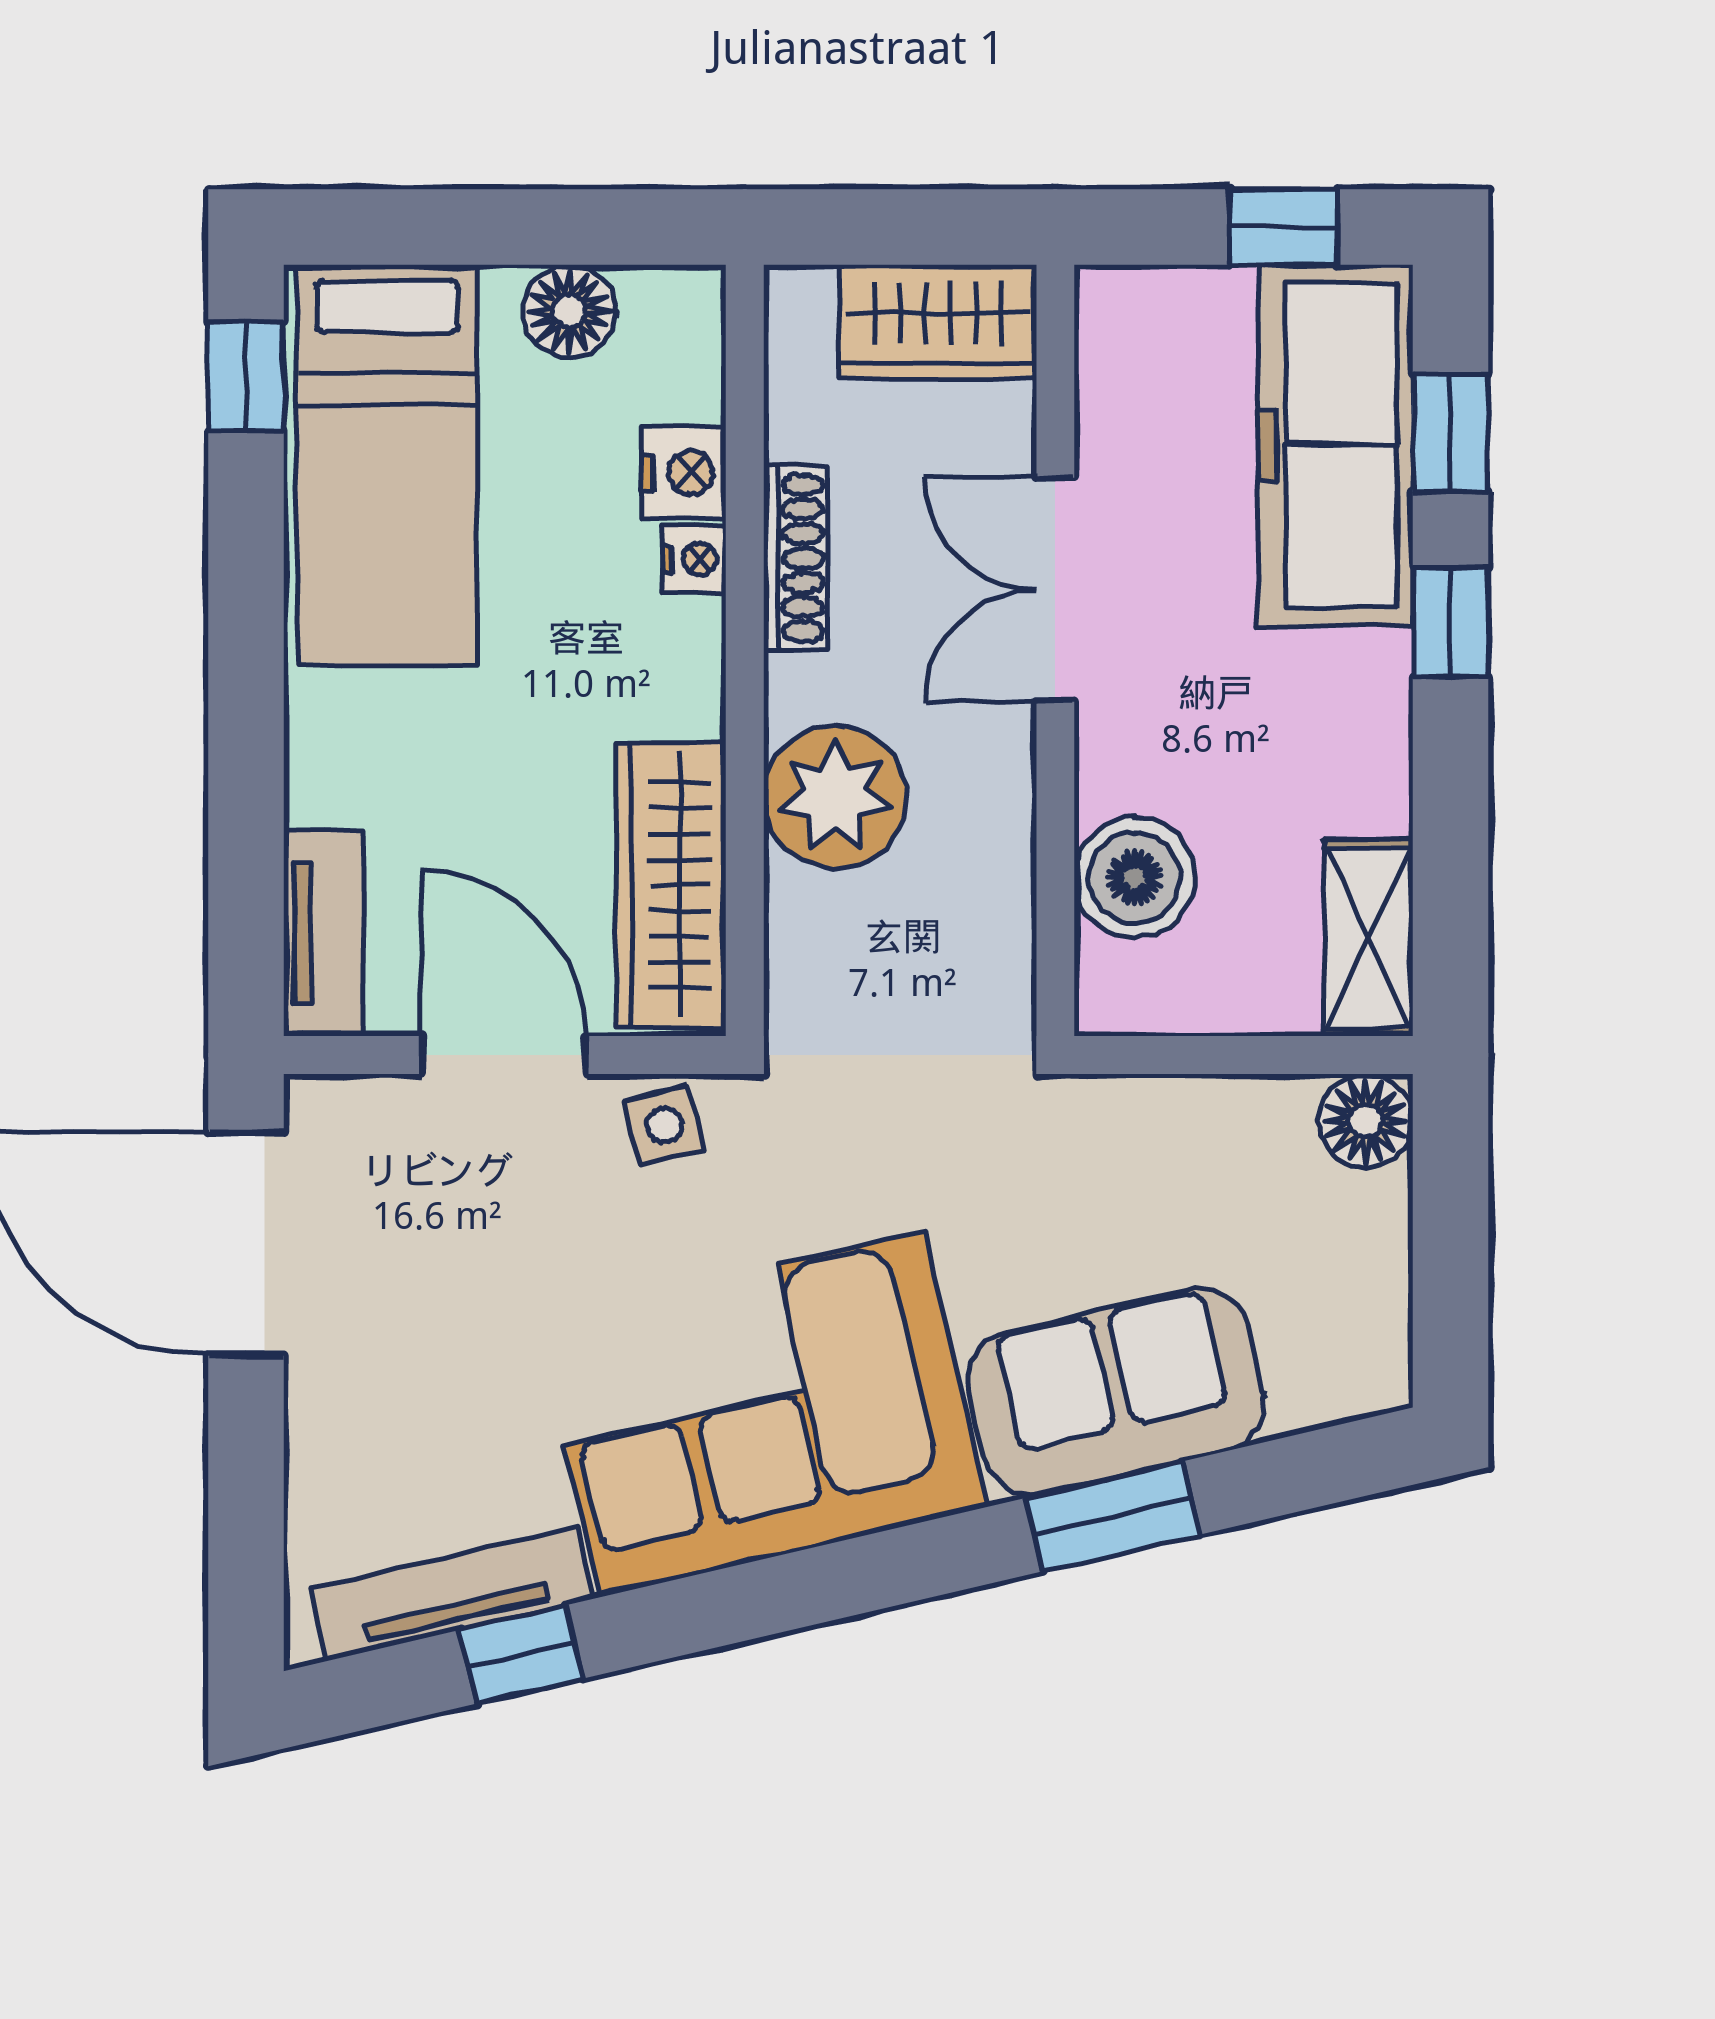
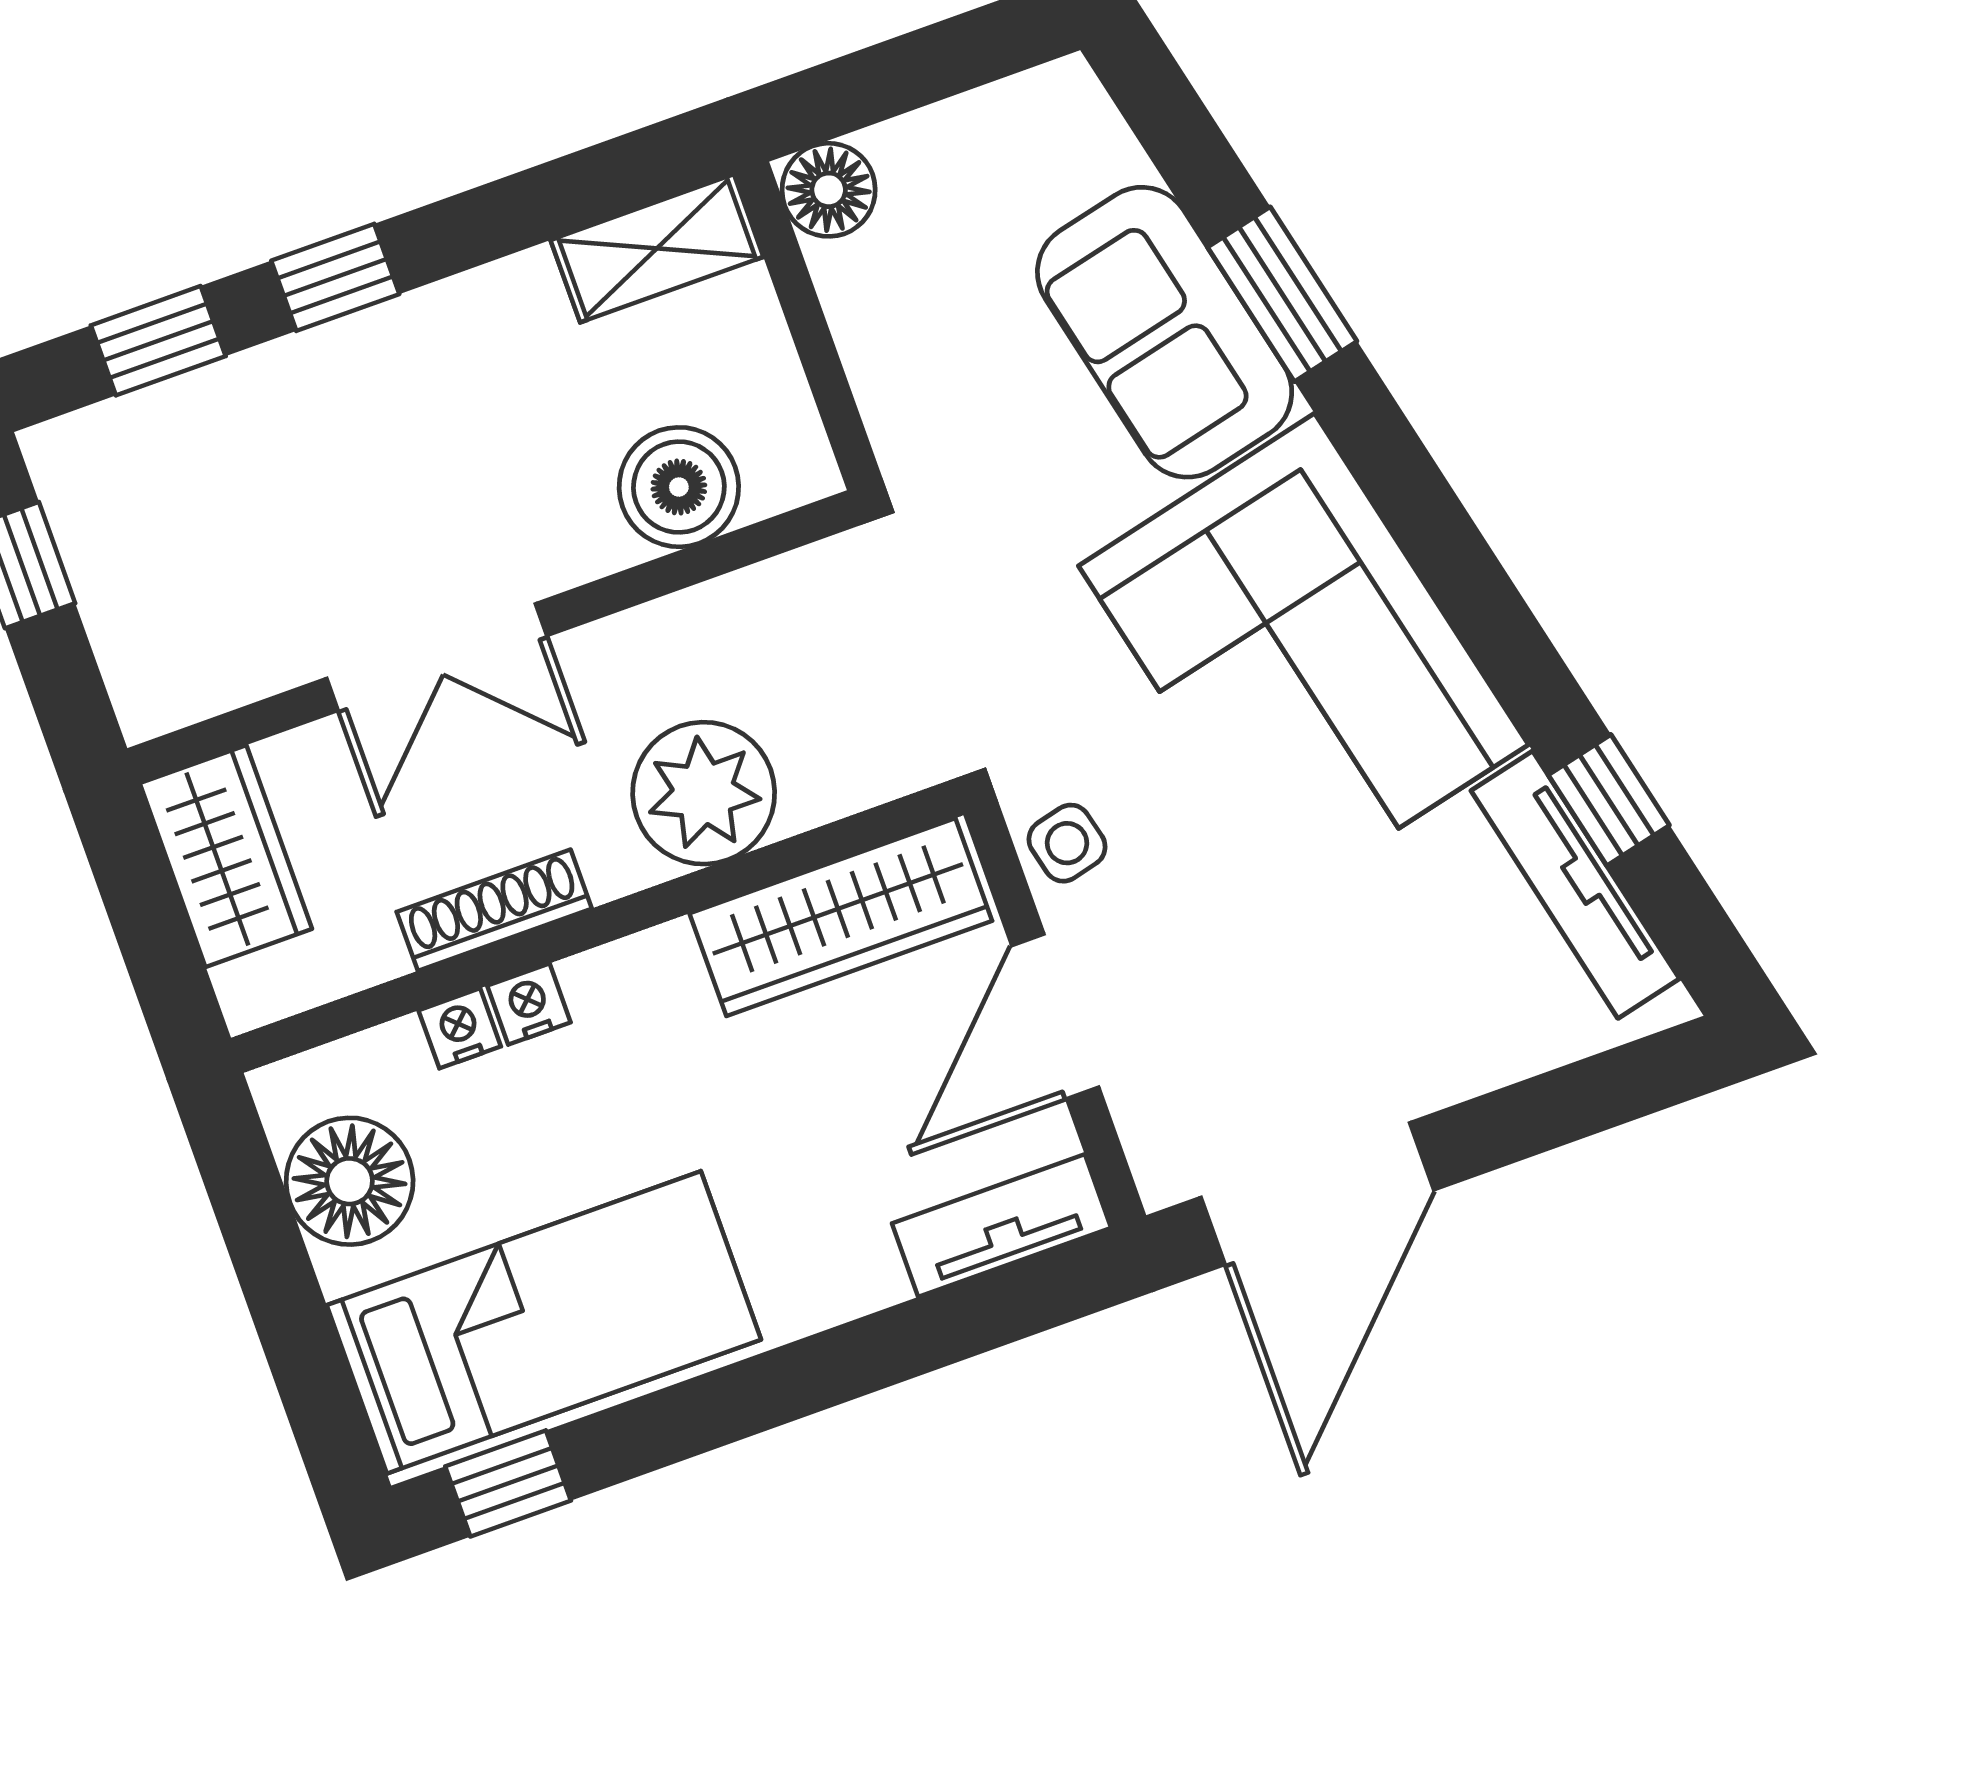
floor lamp: (570, 311) -> (350, 1181), width x1.38, depth x1.38
freezer: (1335, 445) -> (208, 444), removed
nightstand: (684, 472) -> (460, 1028), width x0.72, depth x0.74

